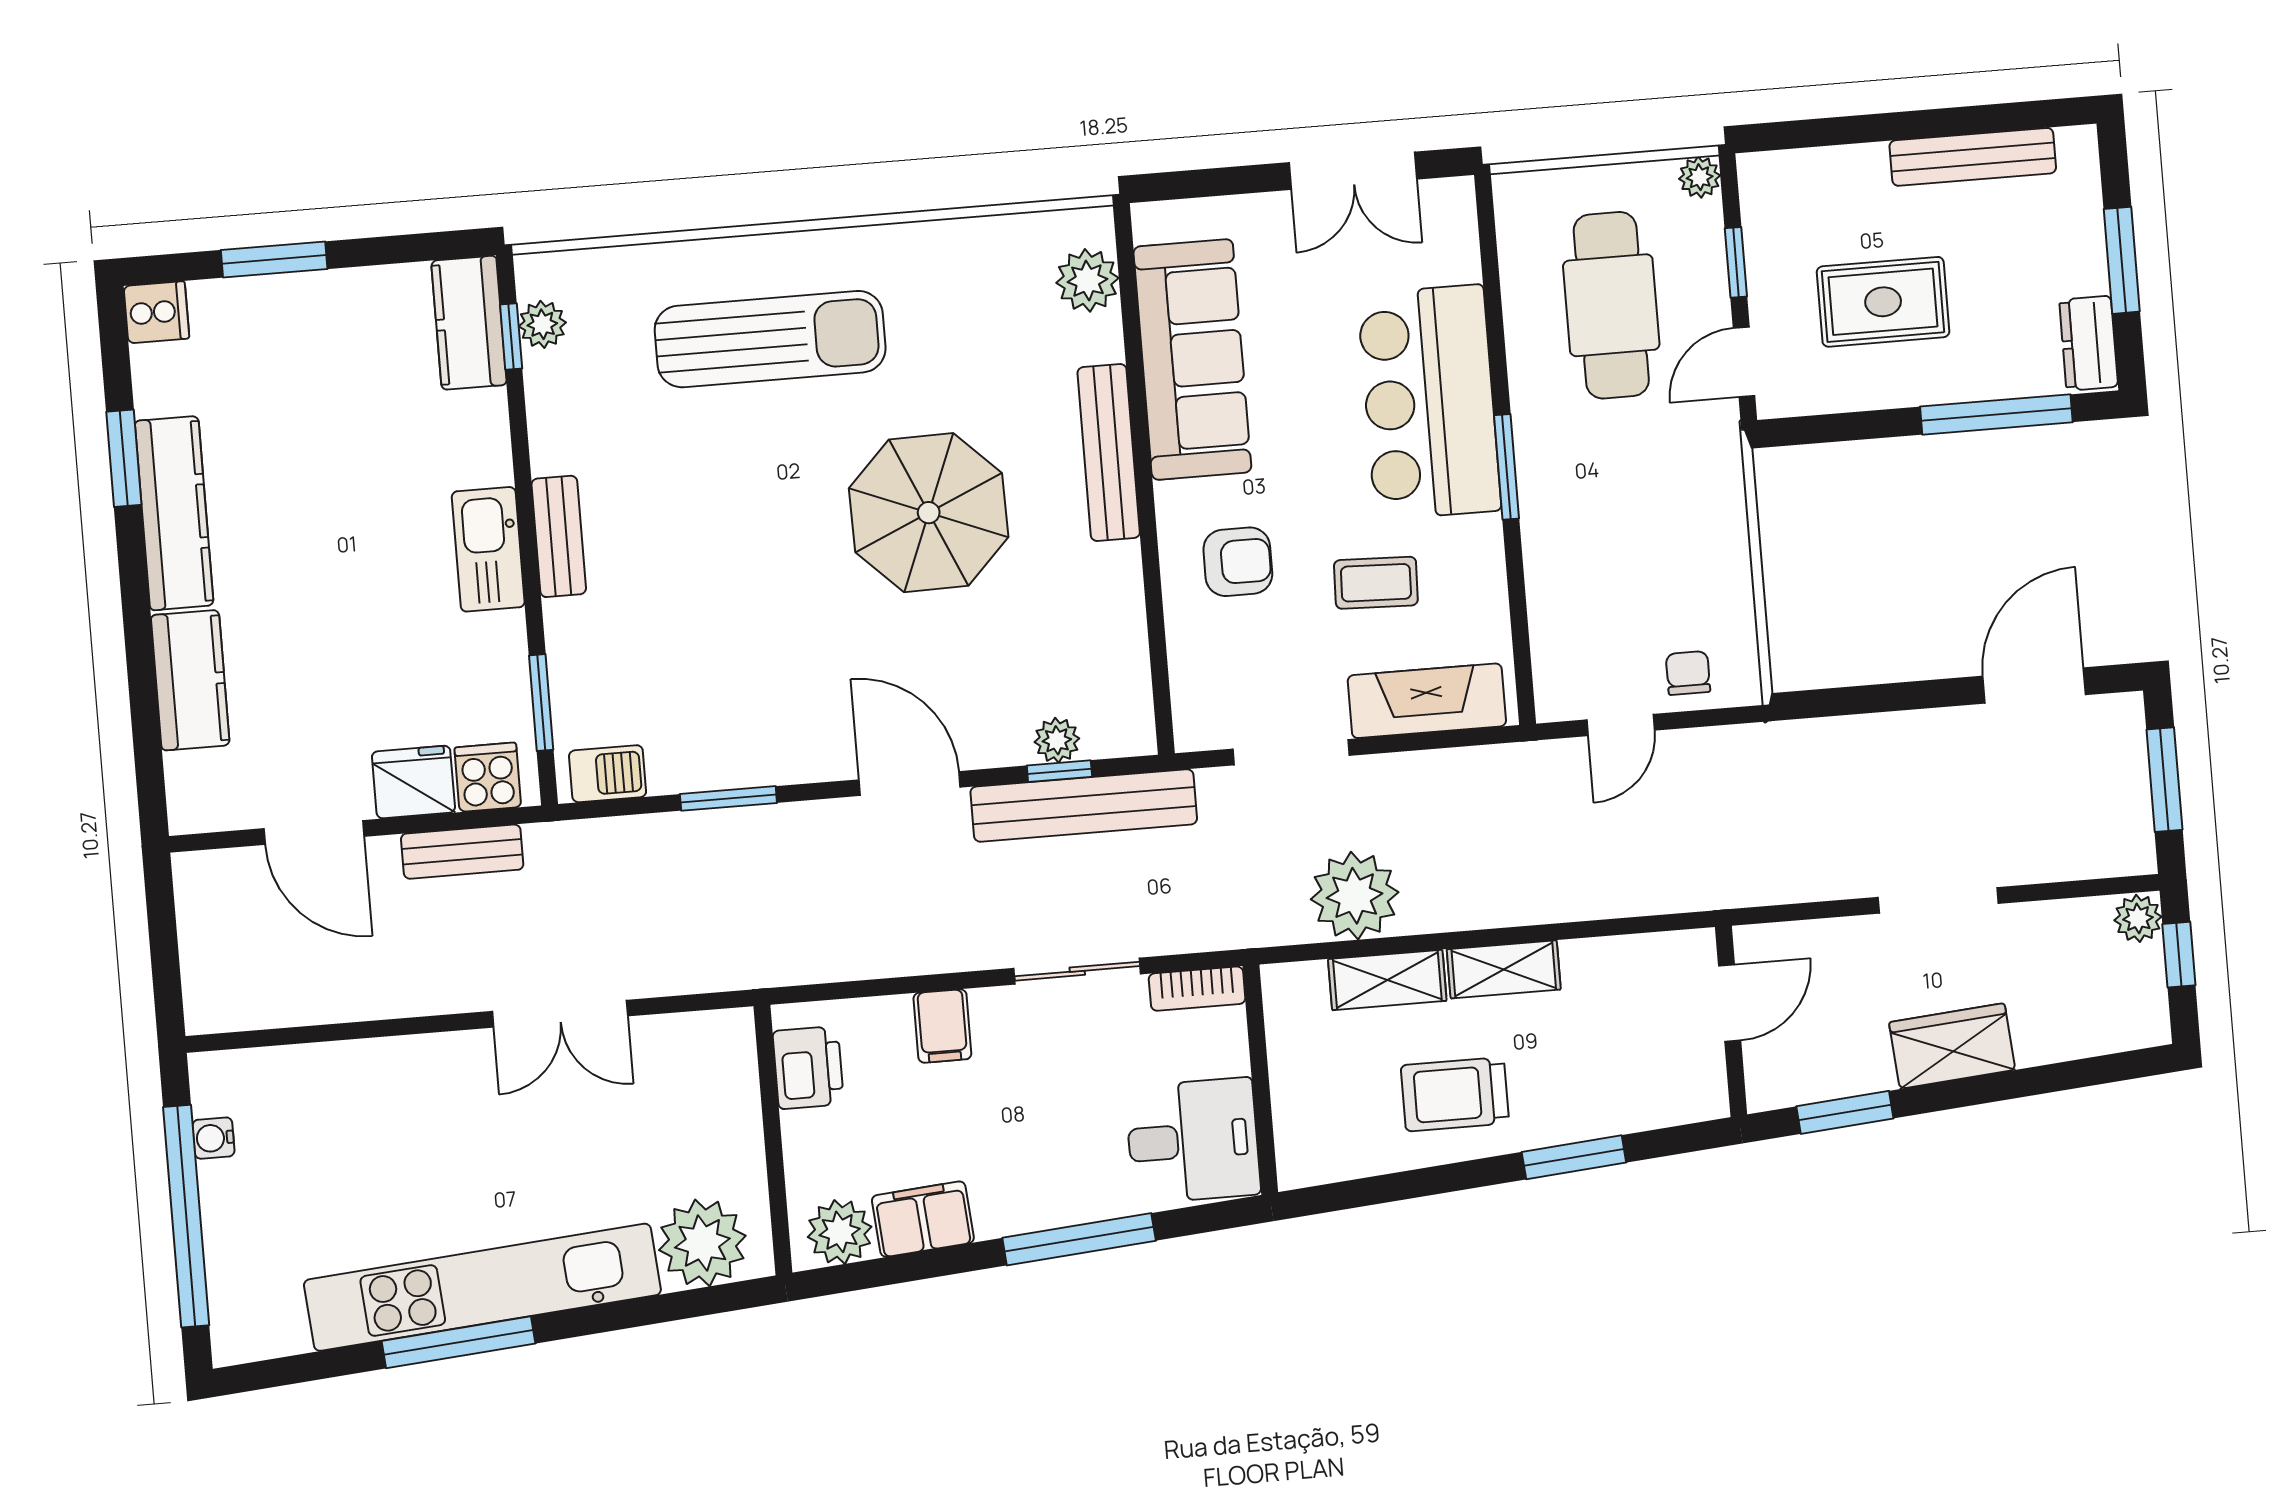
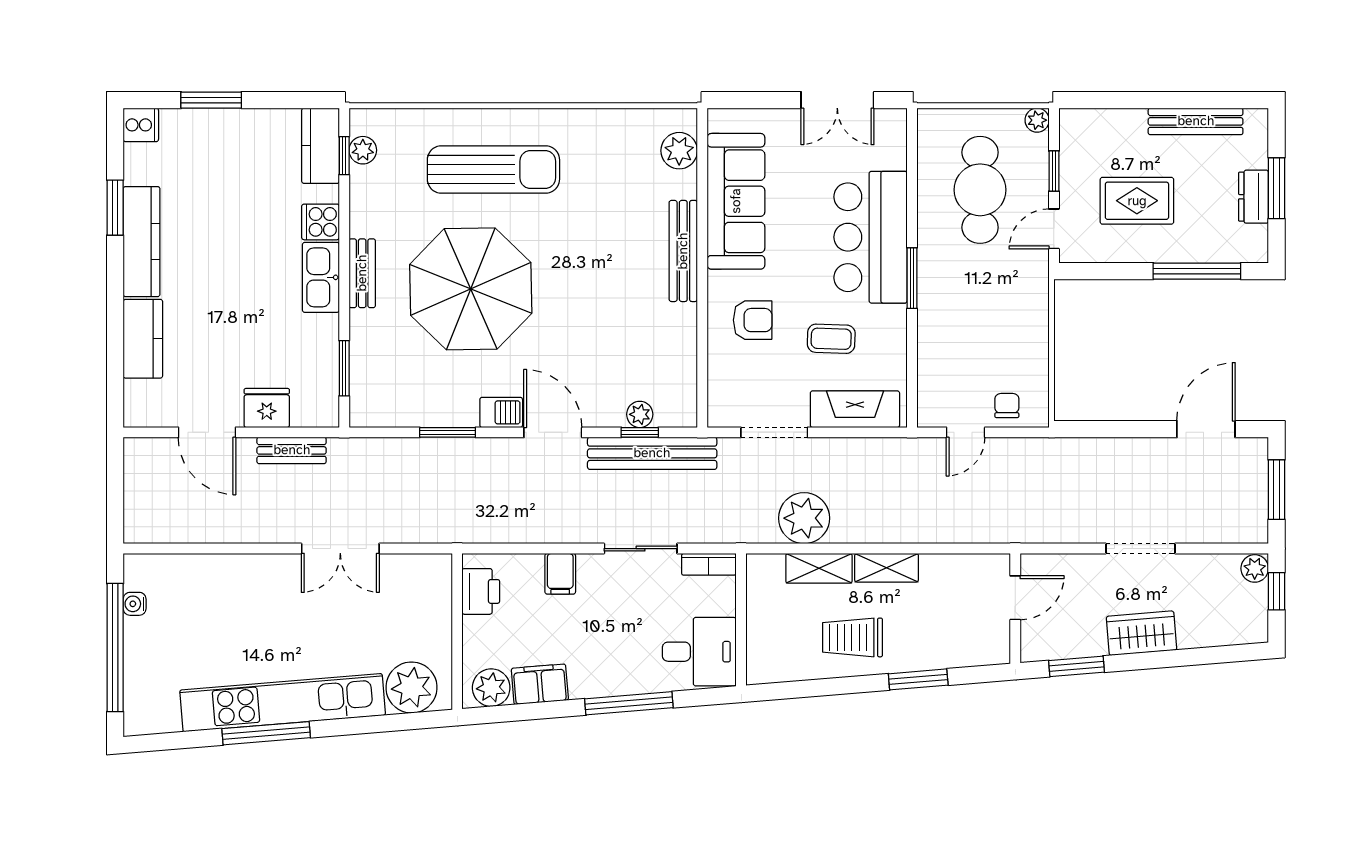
dresser: (2089, 343) -> (1254, 197), moved
parasol: (929, 513) -> (471, 289), moved, width x1.36, depth x1.36
barbecue: (608, 774) -> (501, 412), moved
cooker: (488, 777) -> (321, 222), moved, turned -90

